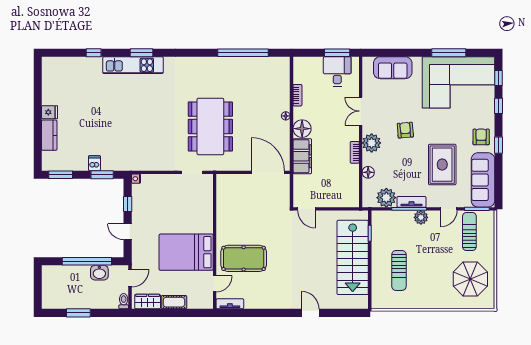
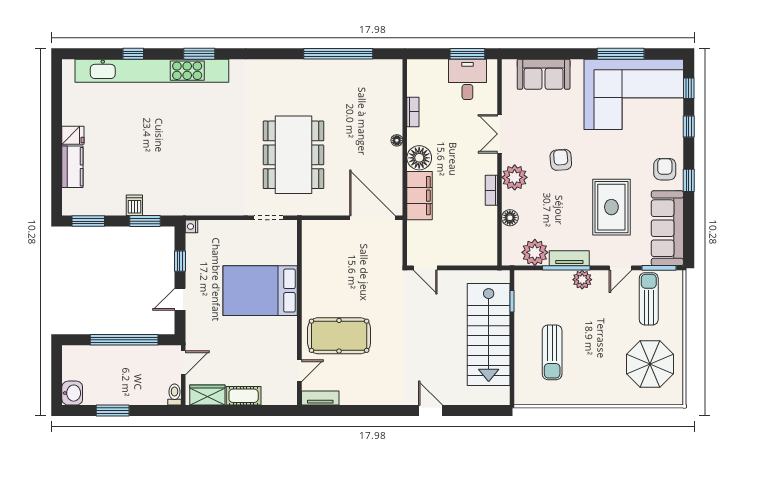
kitchen unit: (133, 65) -> (152, 71), width x1.86
door: (128, 232) -> (180, 299), hinge flipped
bed: (186, 252) -> (260, 291), moved
washbasin: (99, 273) -> (72, 393), moved, turned -90

